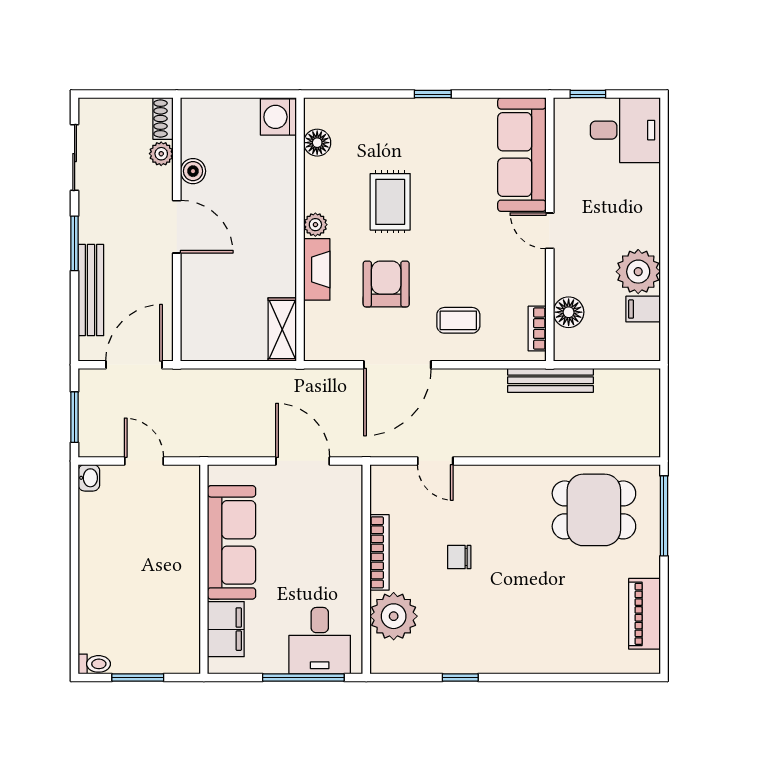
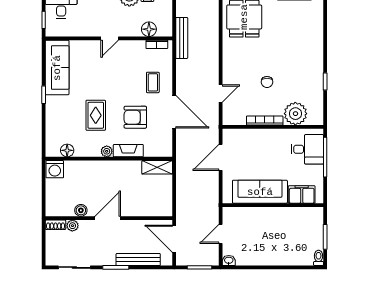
sofa: (522, 155) -> (57, 68), moved, turned -90
rug: (390, 202) -> (96, 115), turned 90

